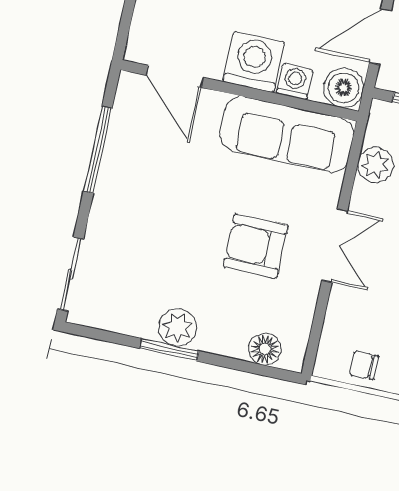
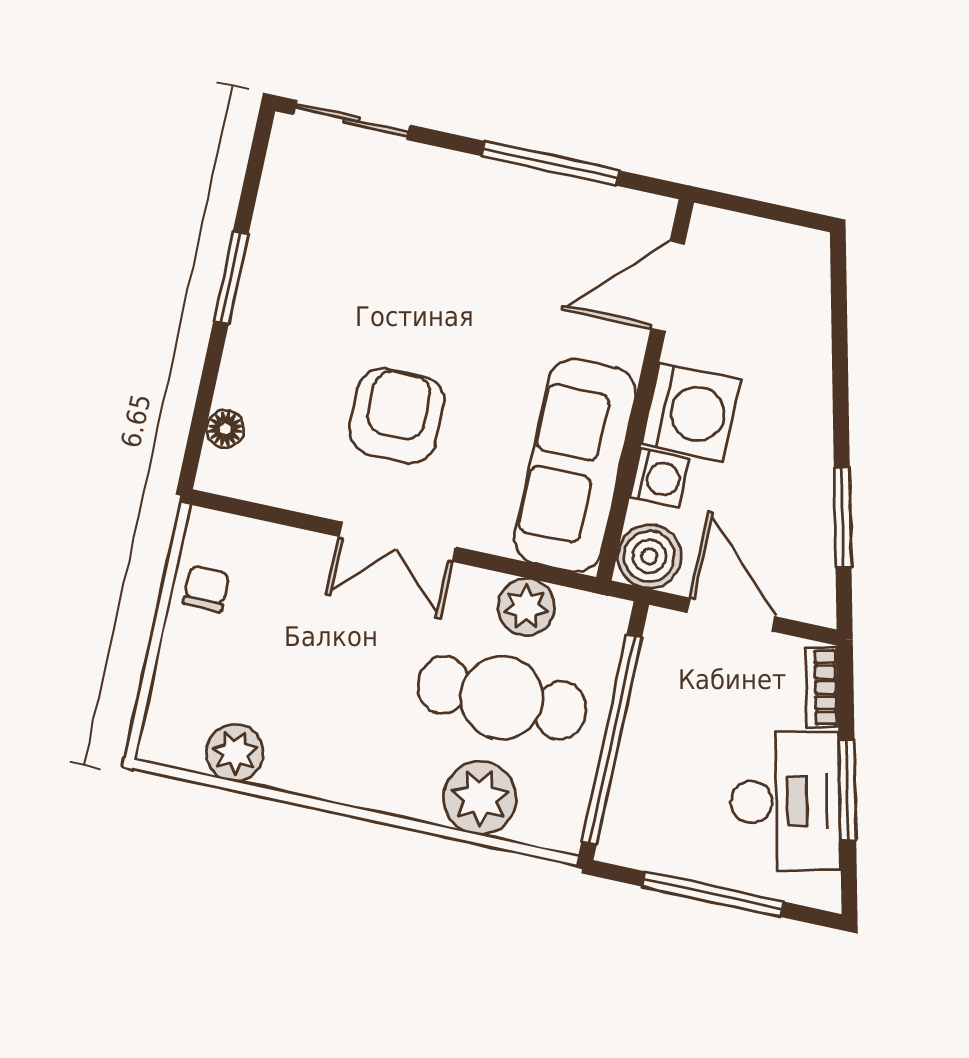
plant: (178, 327) -> (267, 291), removed
floor lamp: (265, 349) -> (225, 429), width x0.73, depth x0.73

